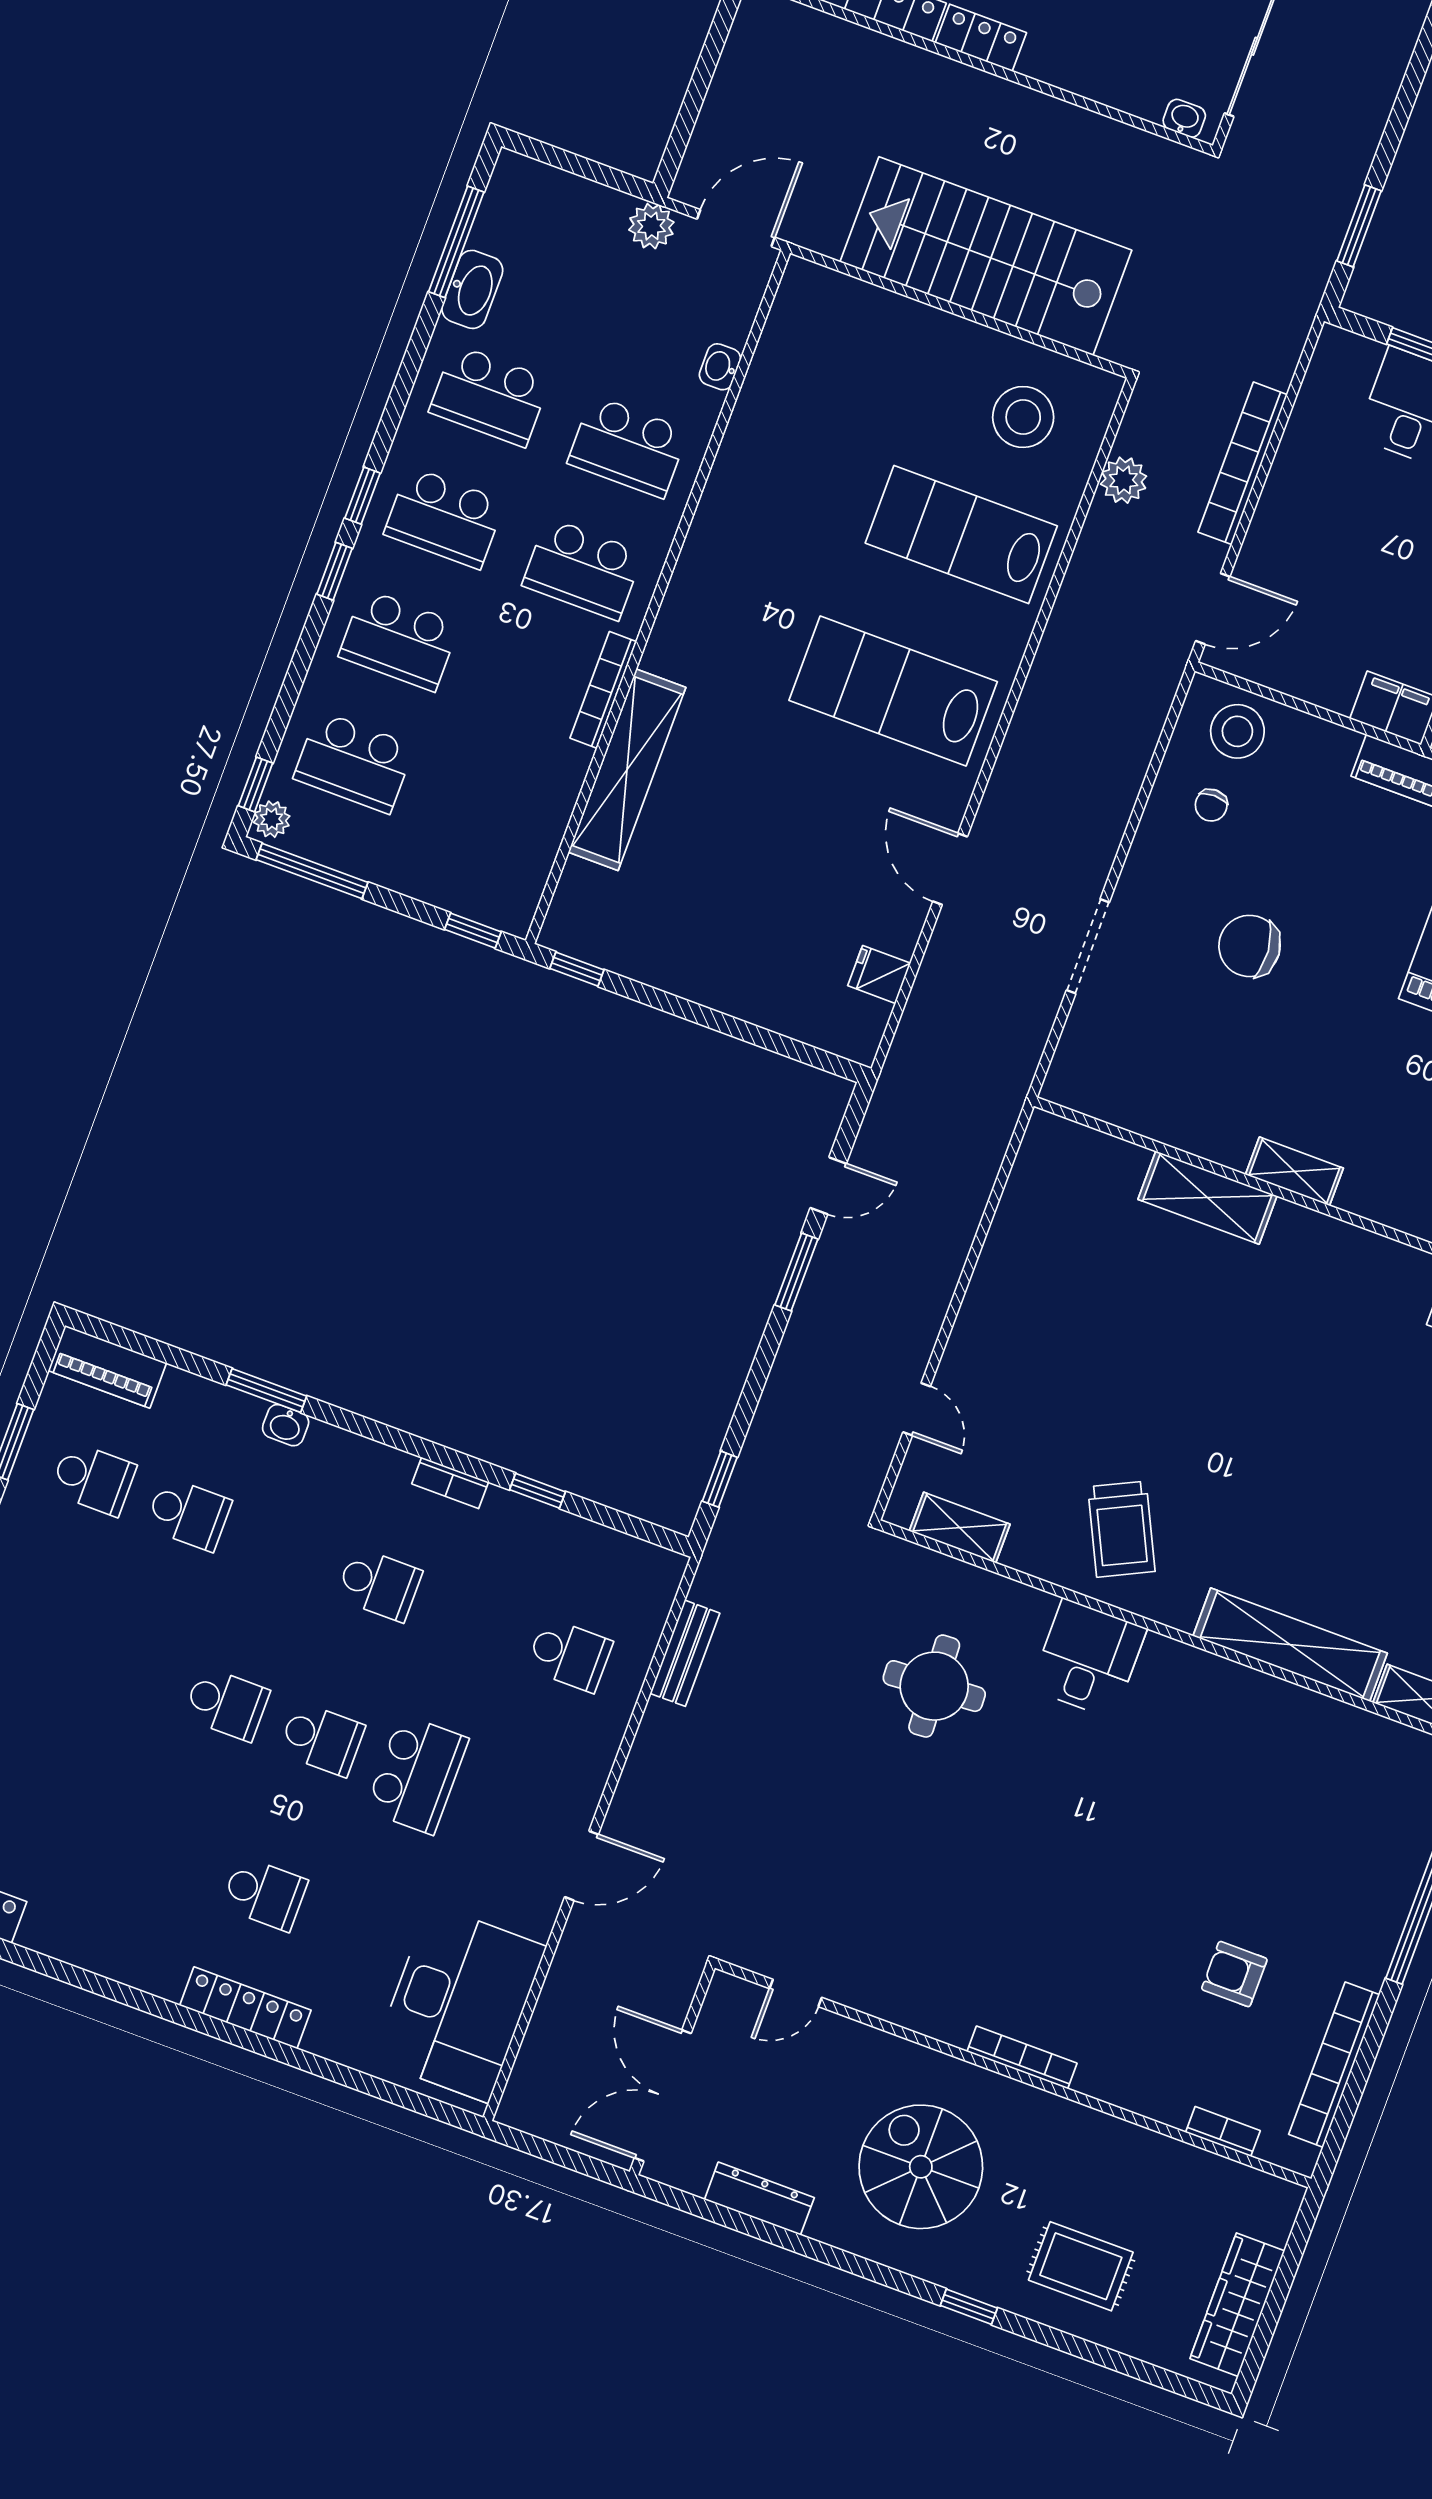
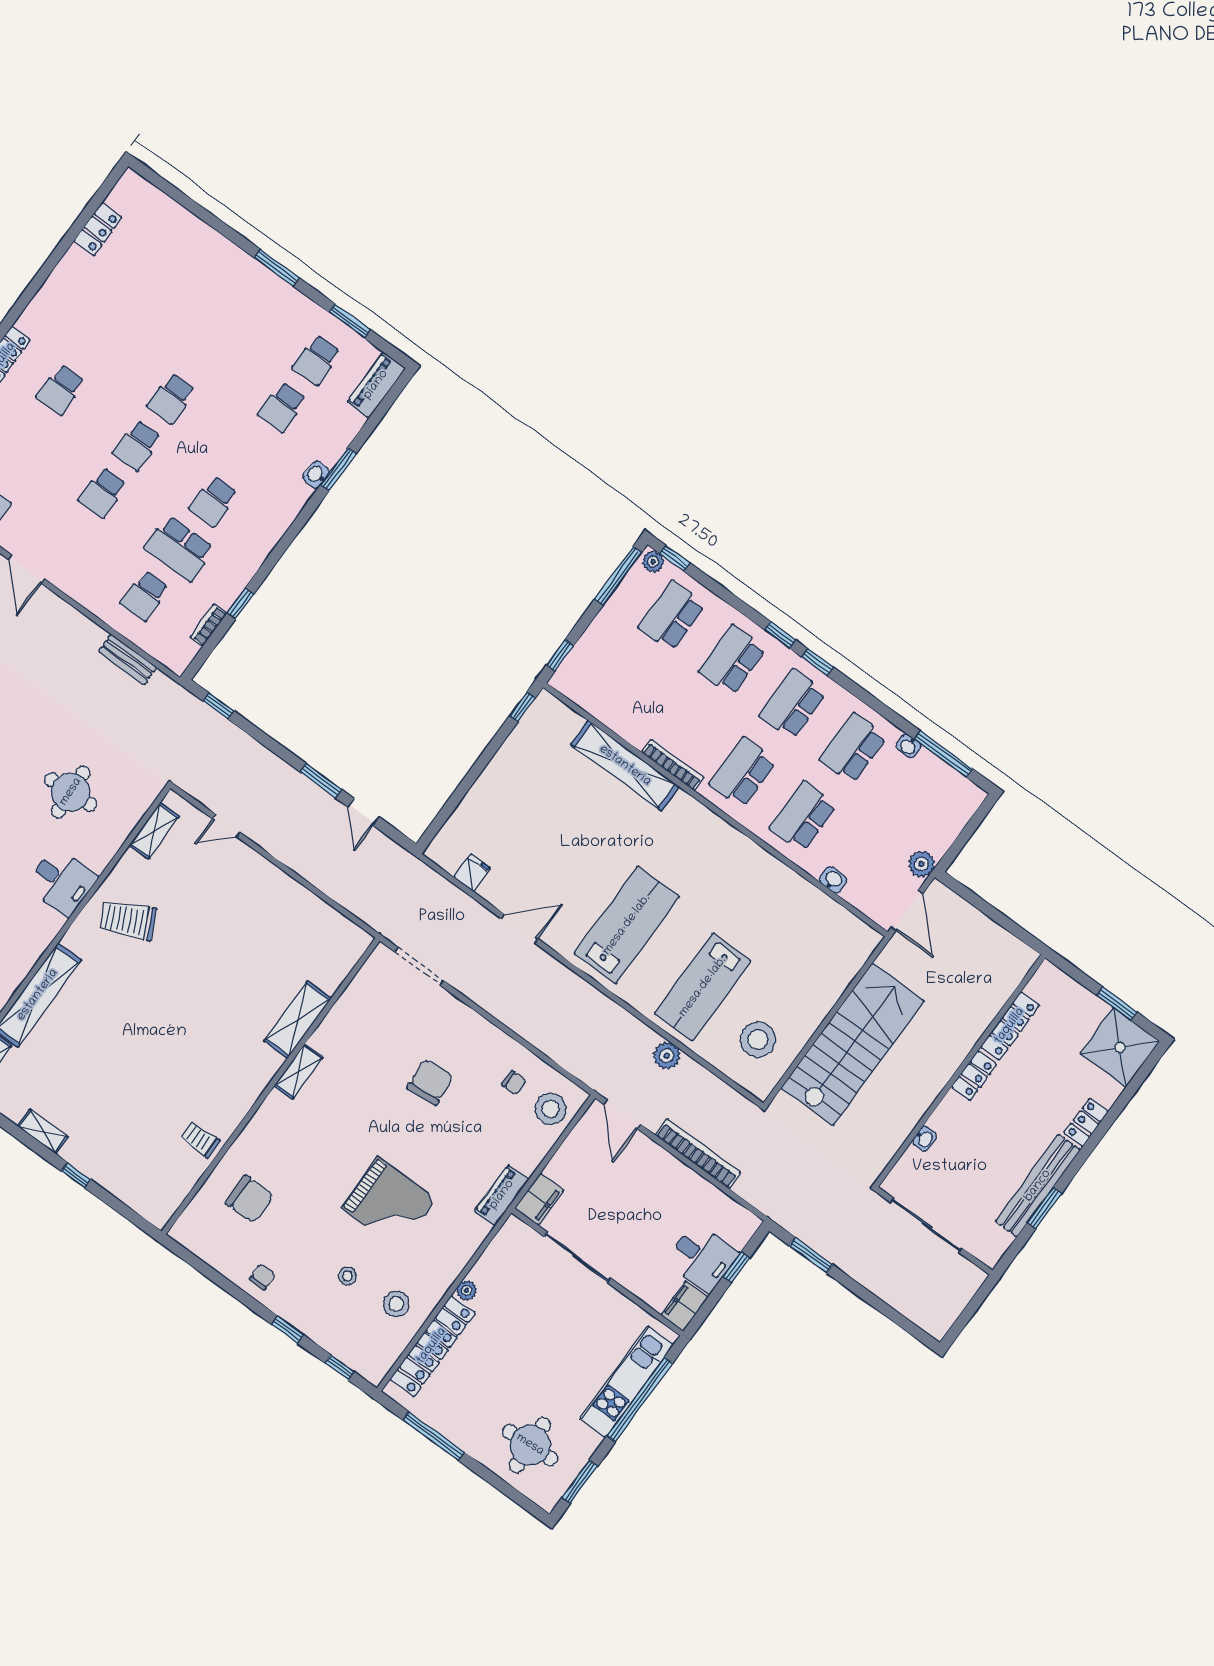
washbasin: (1184, 118) -> (924, 1139), moved
washbasin: (472, 289) -> (909, 746), width x0.52, depth x0.69
plant: (1124, 480) -> (667, 1056), moved
lab bench: (961, 534) -> (703, 987), turned 180
chair: (1211, 805) -> (514, 1083), turned 180
doorway: (1088, 946) -> (419, 966), moved
bookcase: (450, 1483) -> (208, 625), moved
school desk: (474, 1620) -> (179, 548), added
school desk: (417, 1774) -> (103, 492), width x0.54

